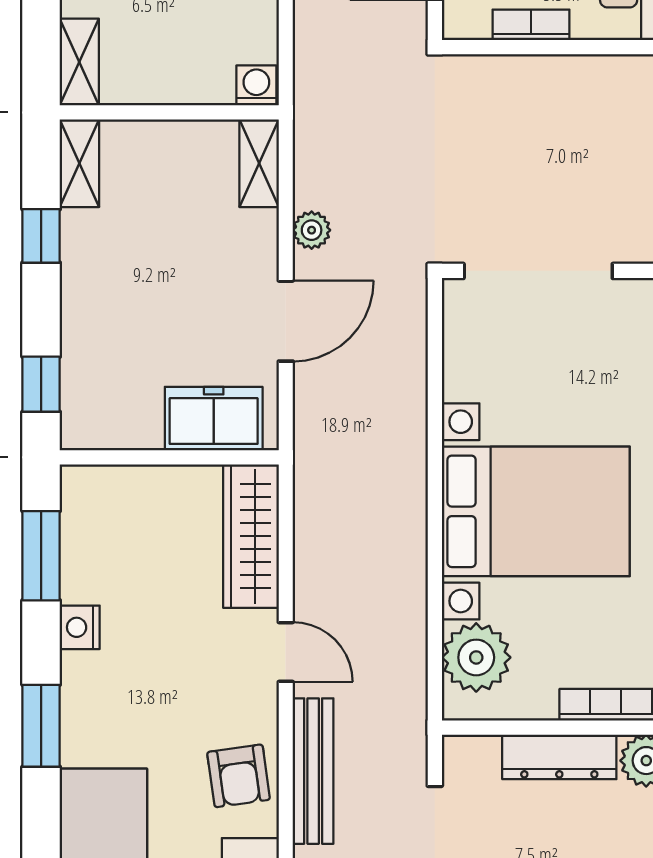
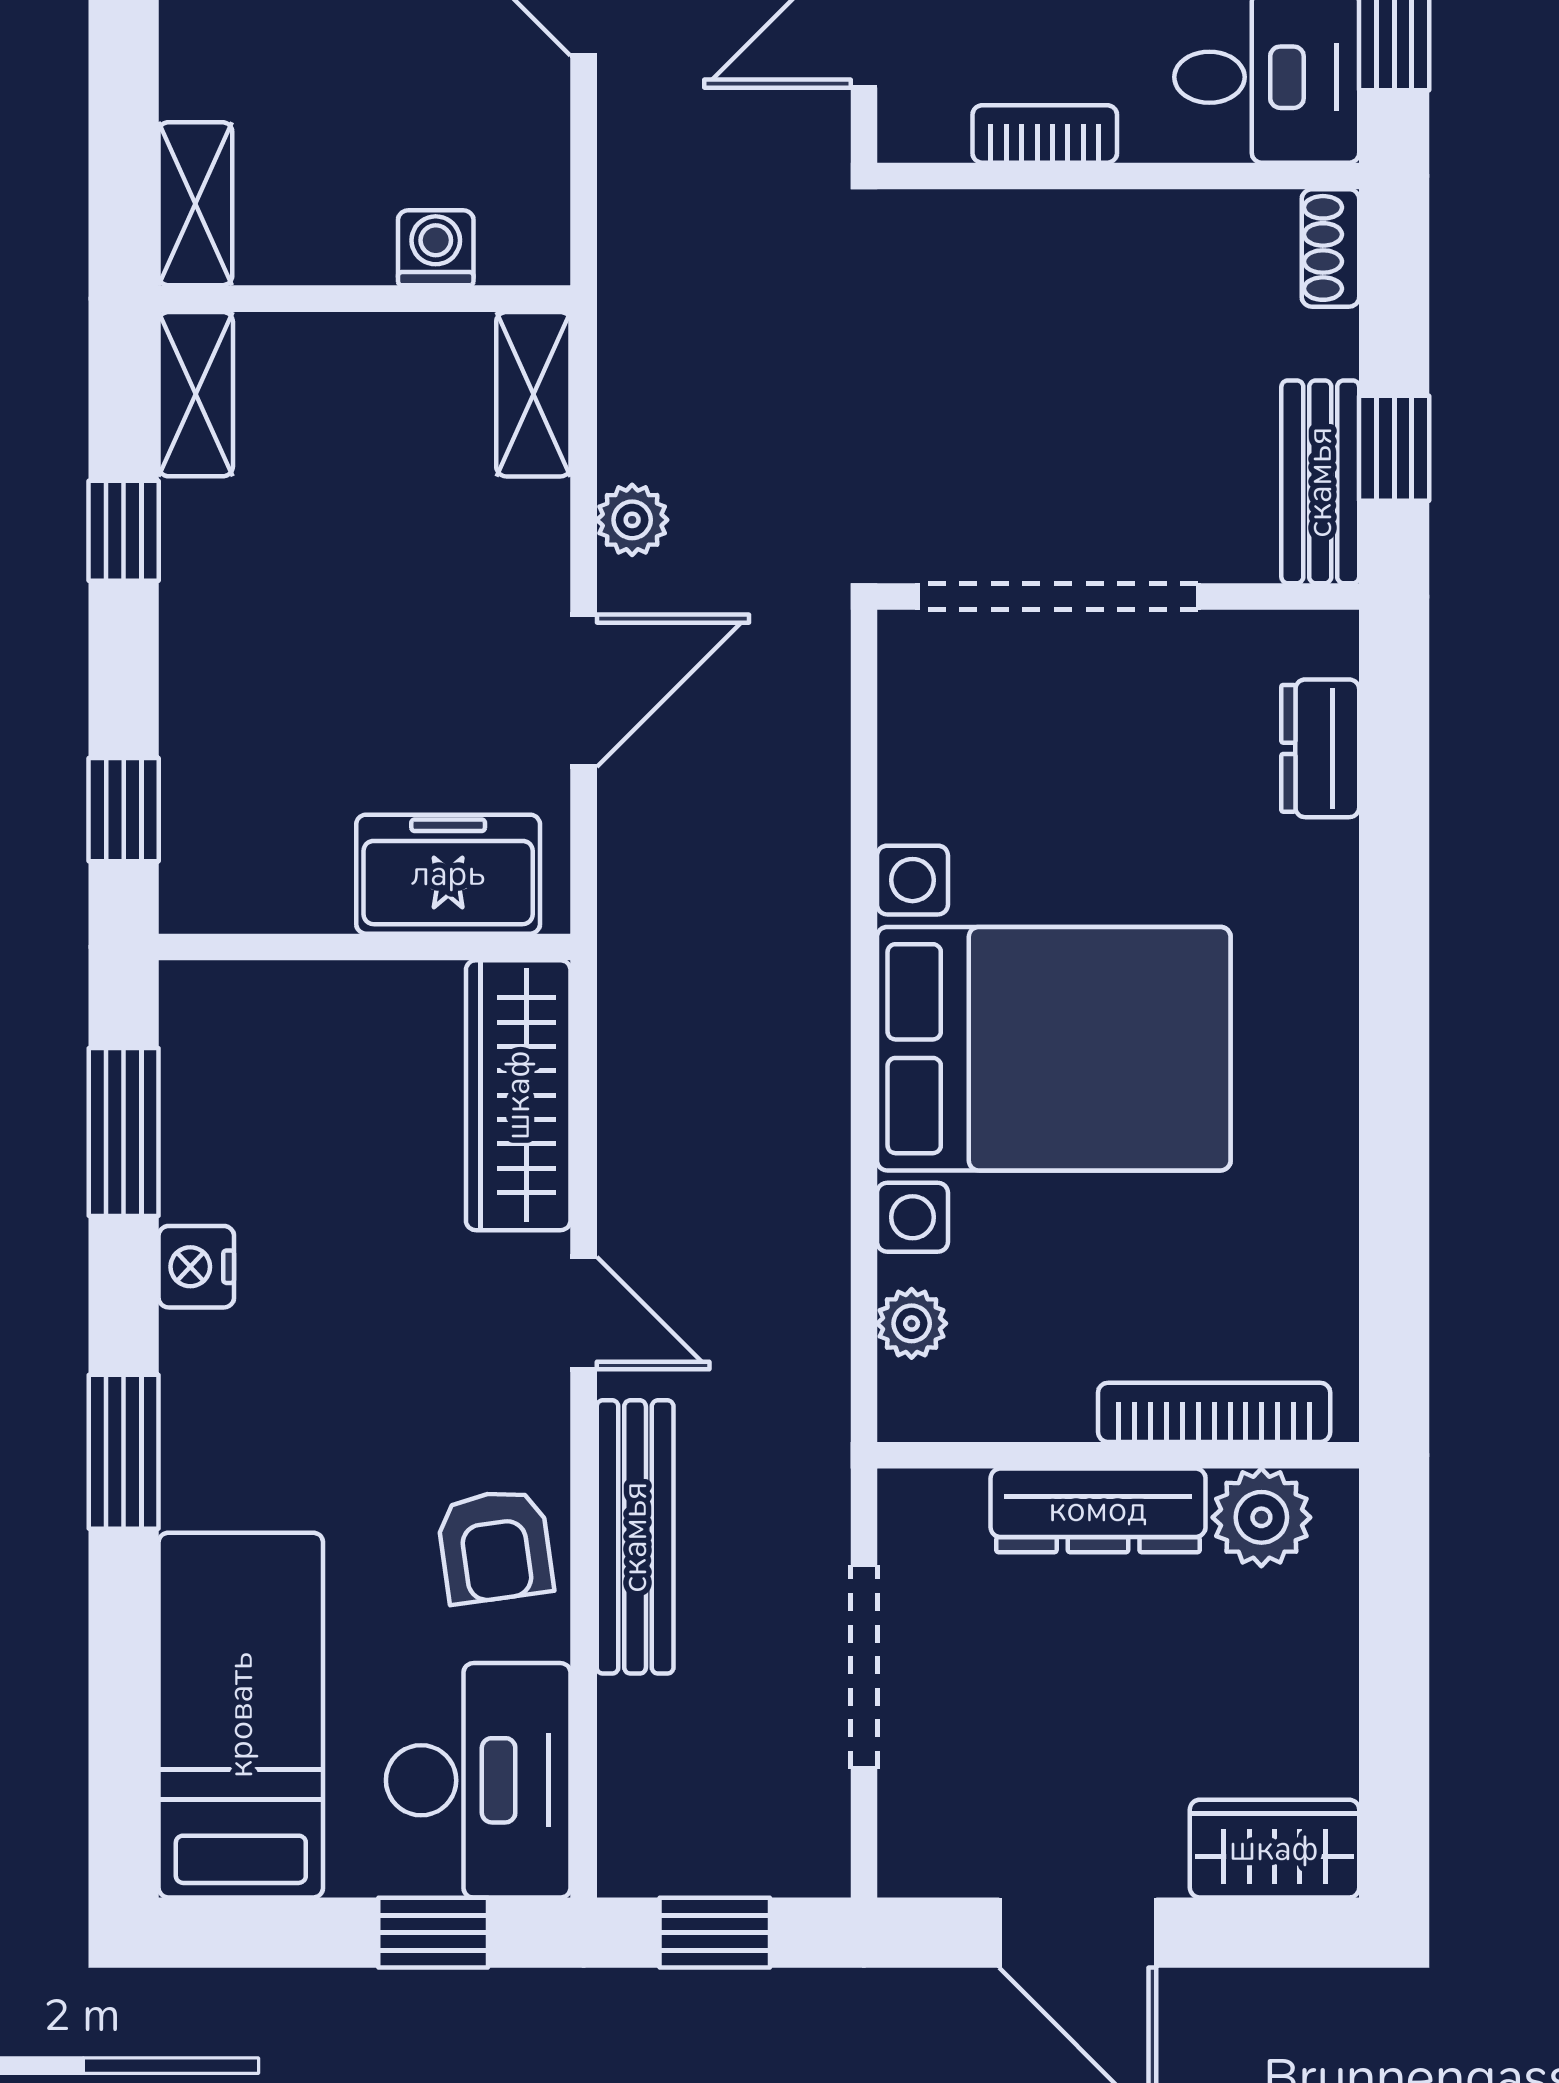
washing machine: (256, 85) -> (436, 248), moved
plant: (476, 657) -> (912, 1323), width x0.53, depth x0.53

